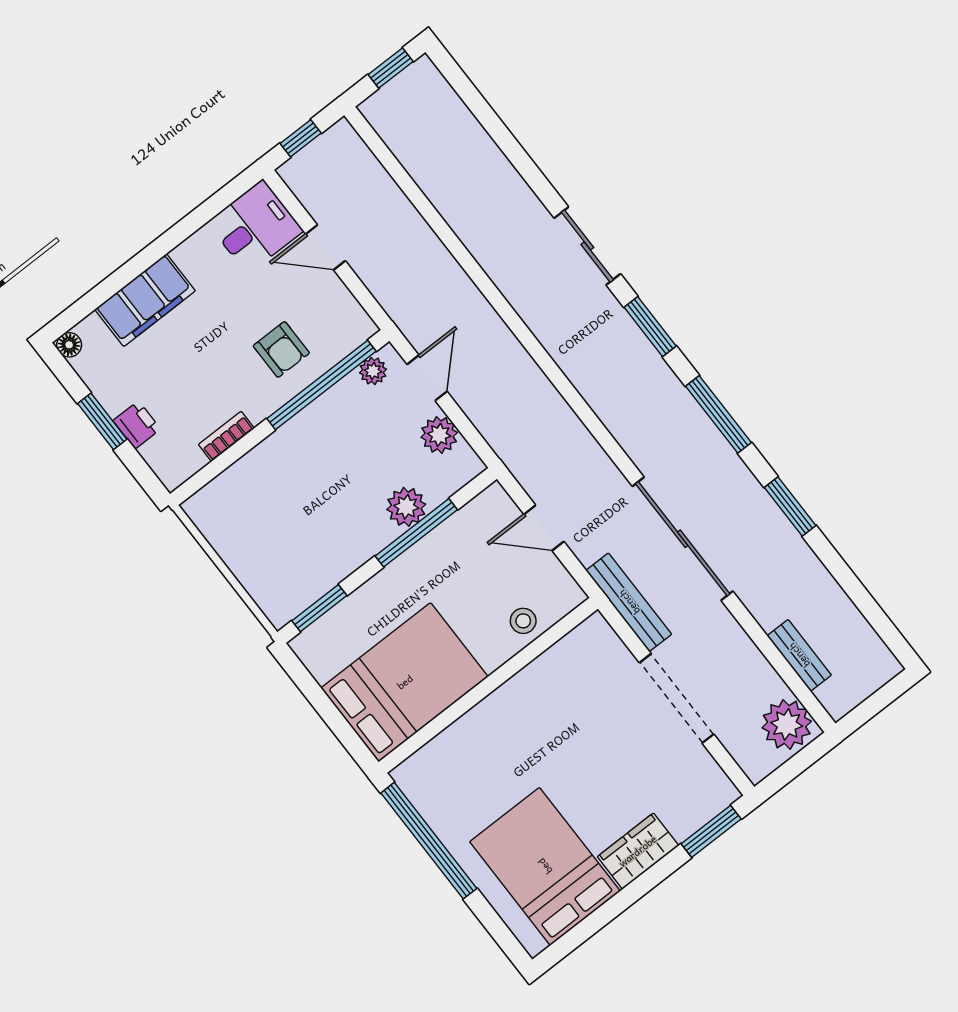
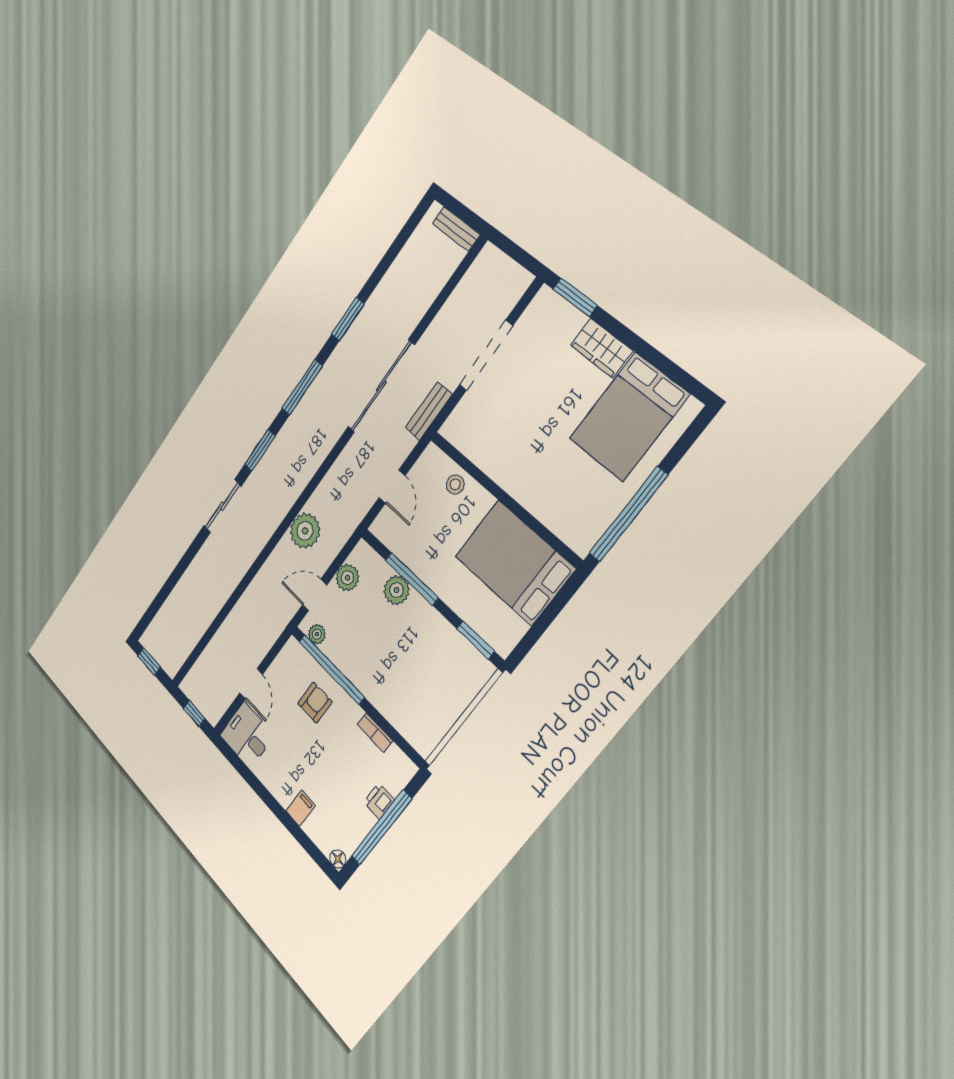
filing cabinet: (145, 300) -> (300, 808), width x0.33, depth x0.86
window: (102, 421) -> (381, 828), width x2.11
bench: (629, 602) -> (429, 411), width x0.73
bench: (799, 655) -> (456, 229), moved, turned 90
plant: (787, 724) -> (305, 531), moved

